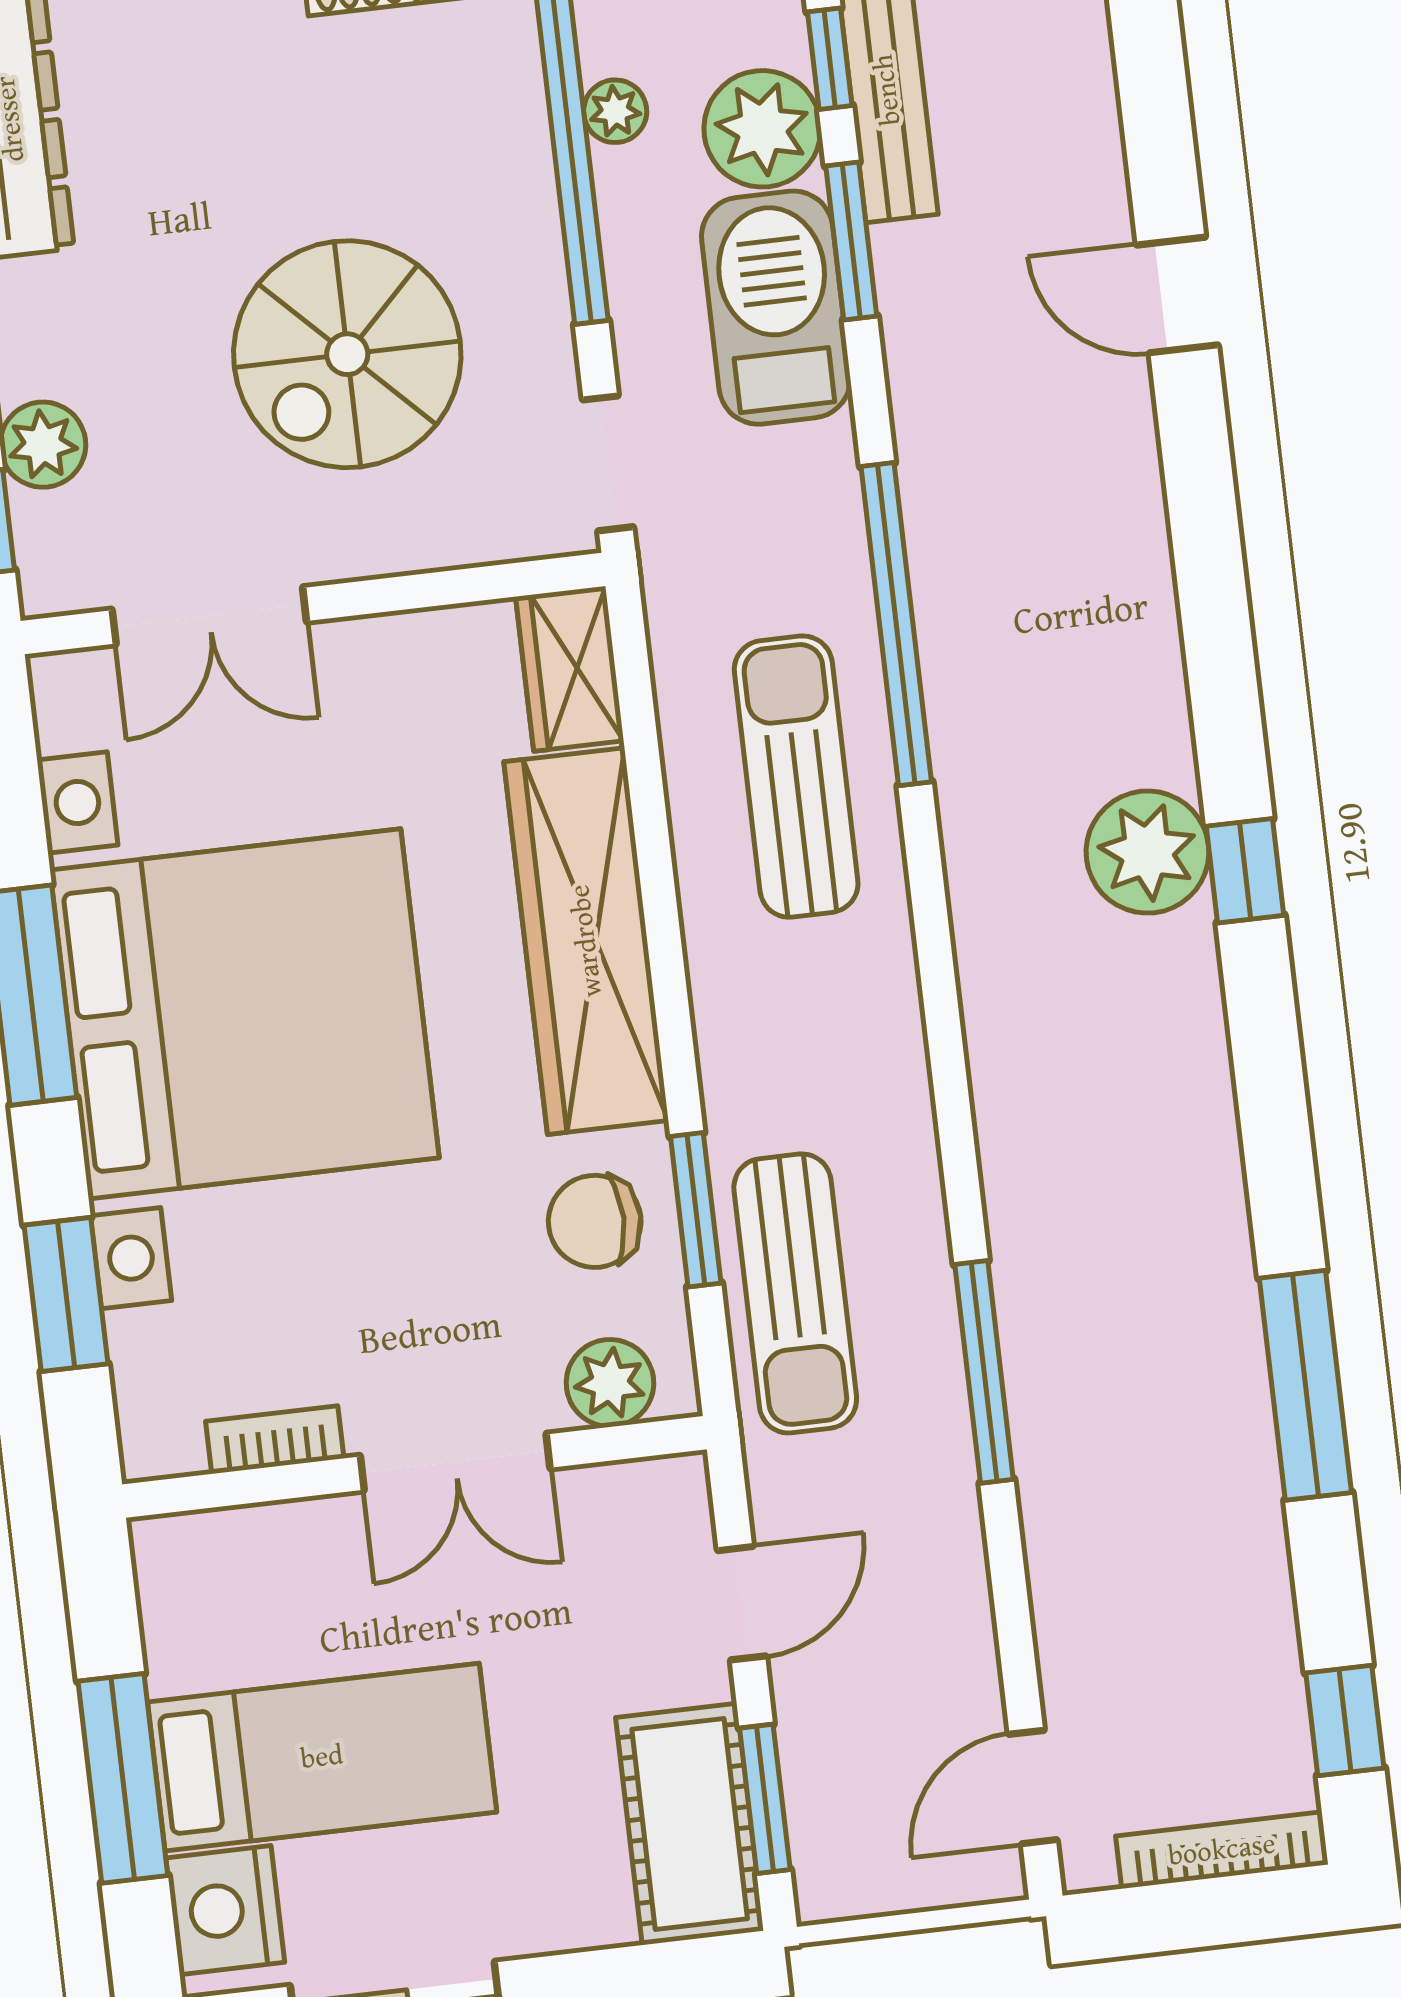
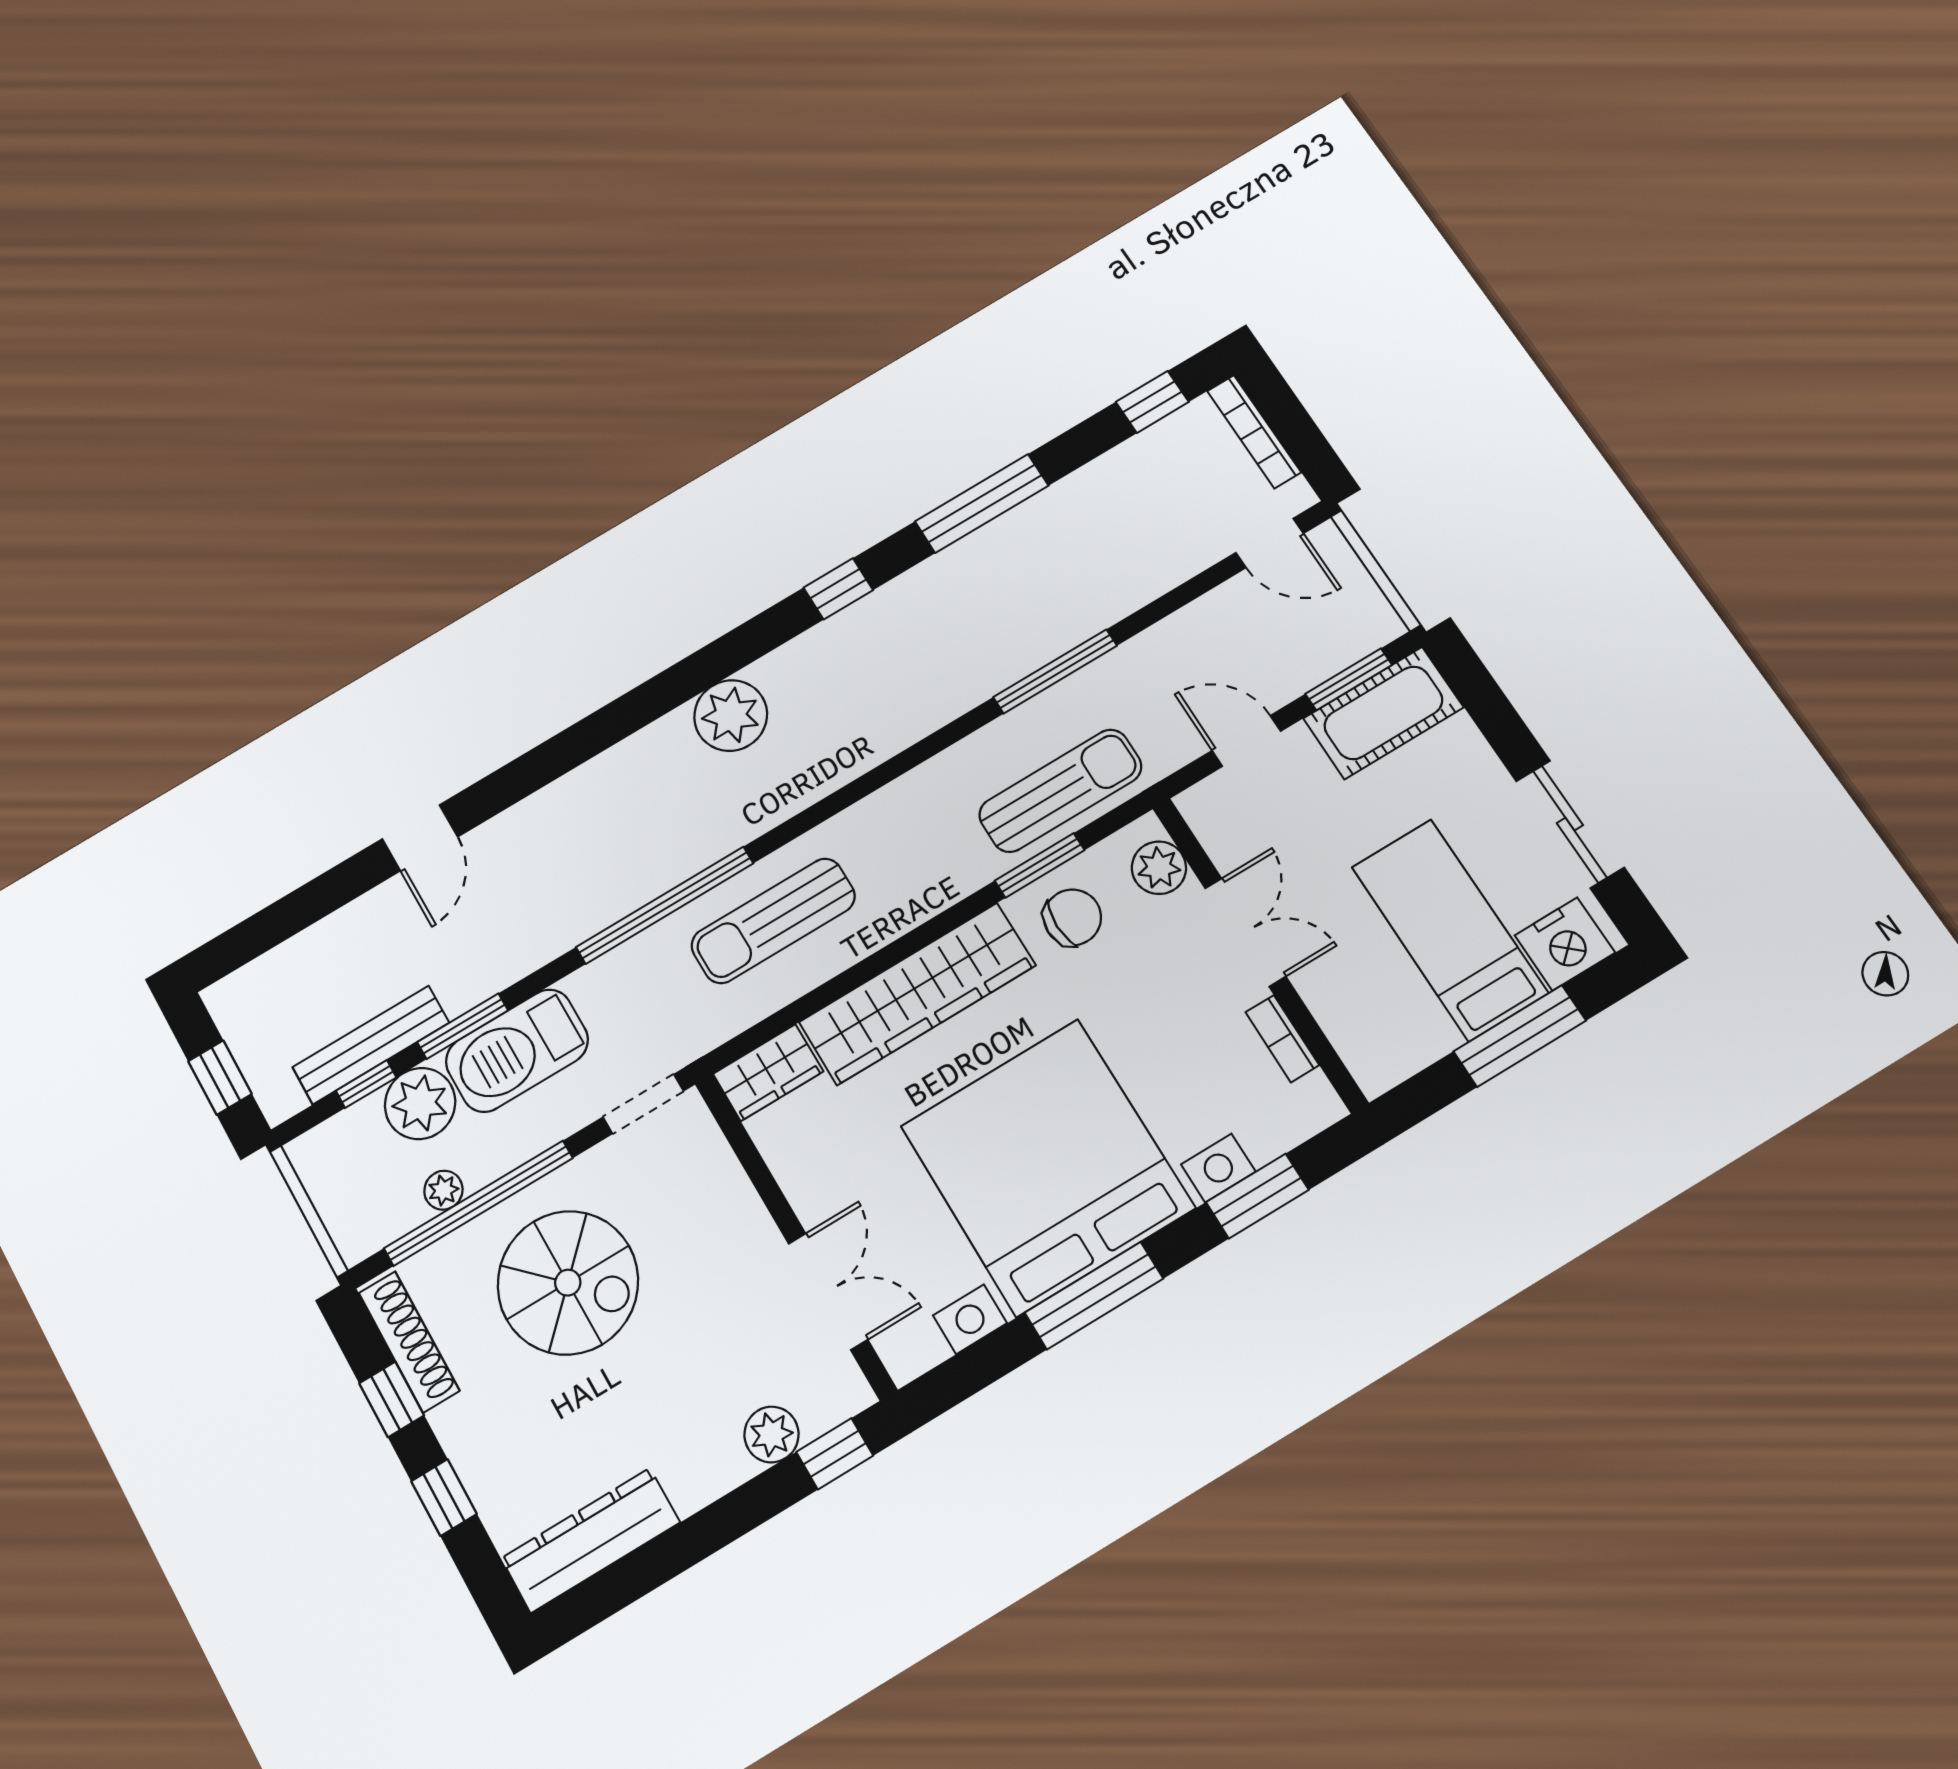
spiral stairs: (347, 354) -> (568, 1283), moved
window: (1245, 871) -> (838, 589), moved
chair: (595, 1221) -> (1072, 917), turned -90

